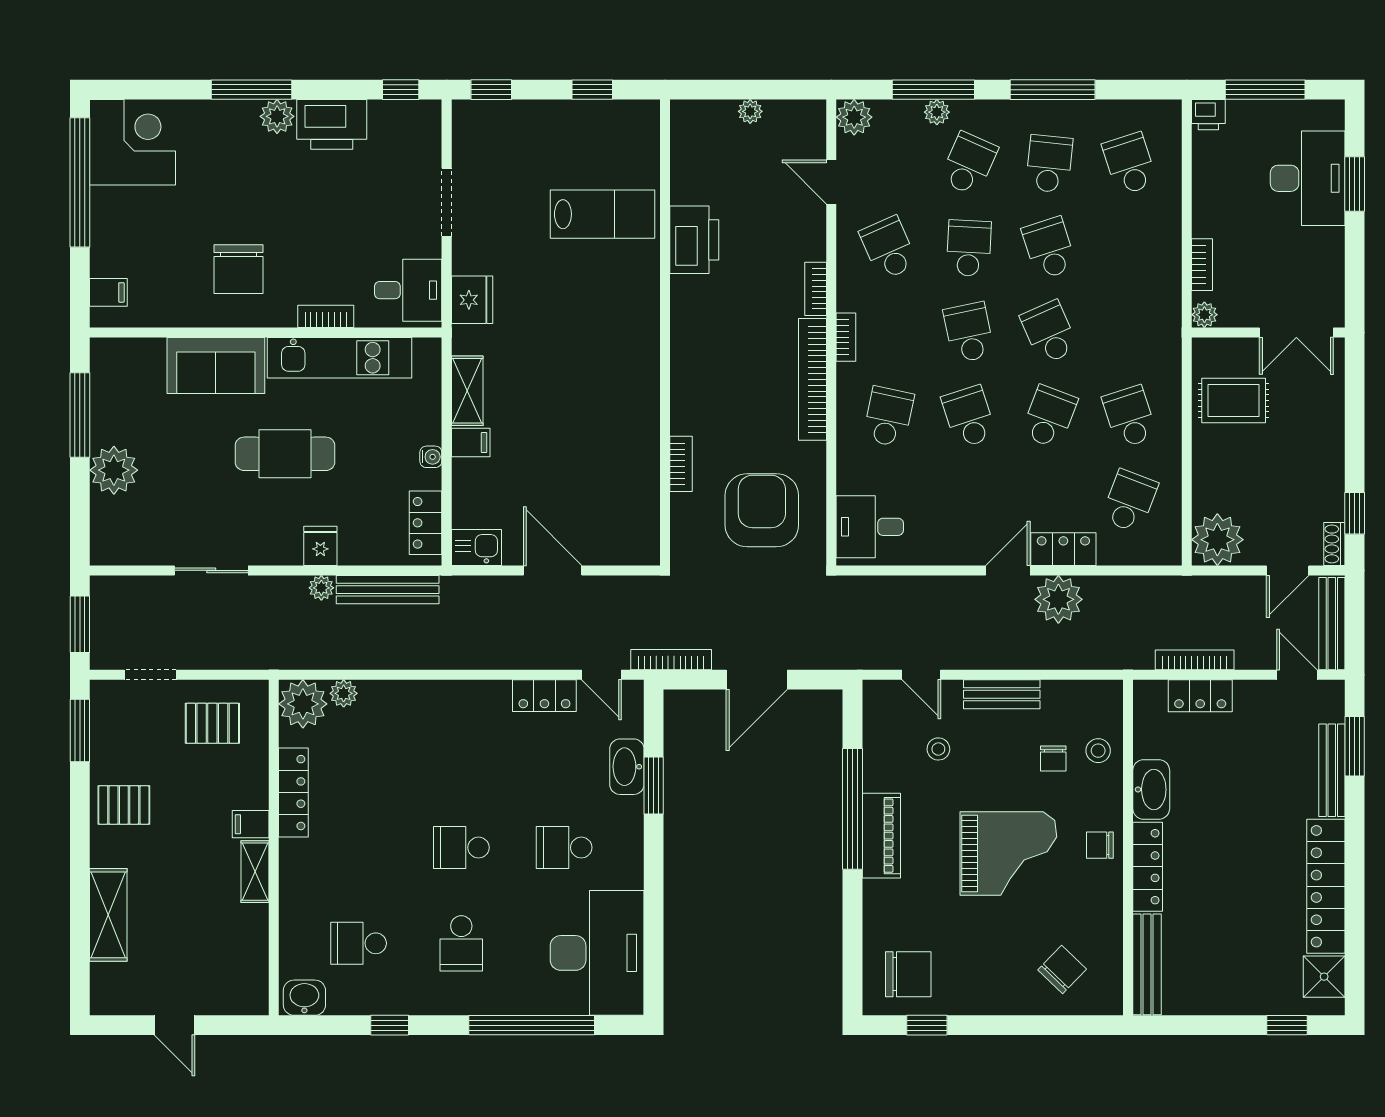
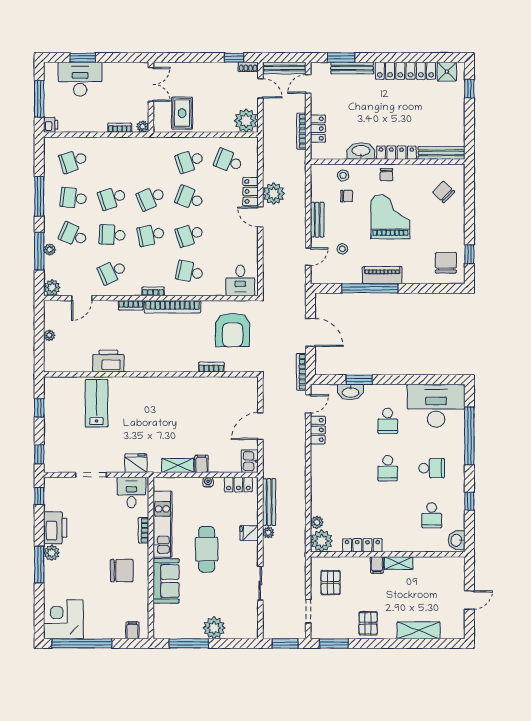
armchair: (762, 510) -> (233, 330), turned -90

